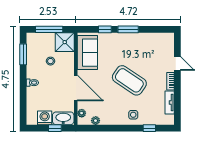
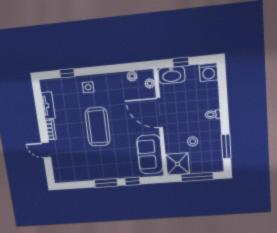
coffee table: (129, 80) -> (98, 127), turned 56
washing machine: (45, 118) -> (209, 72), moved

